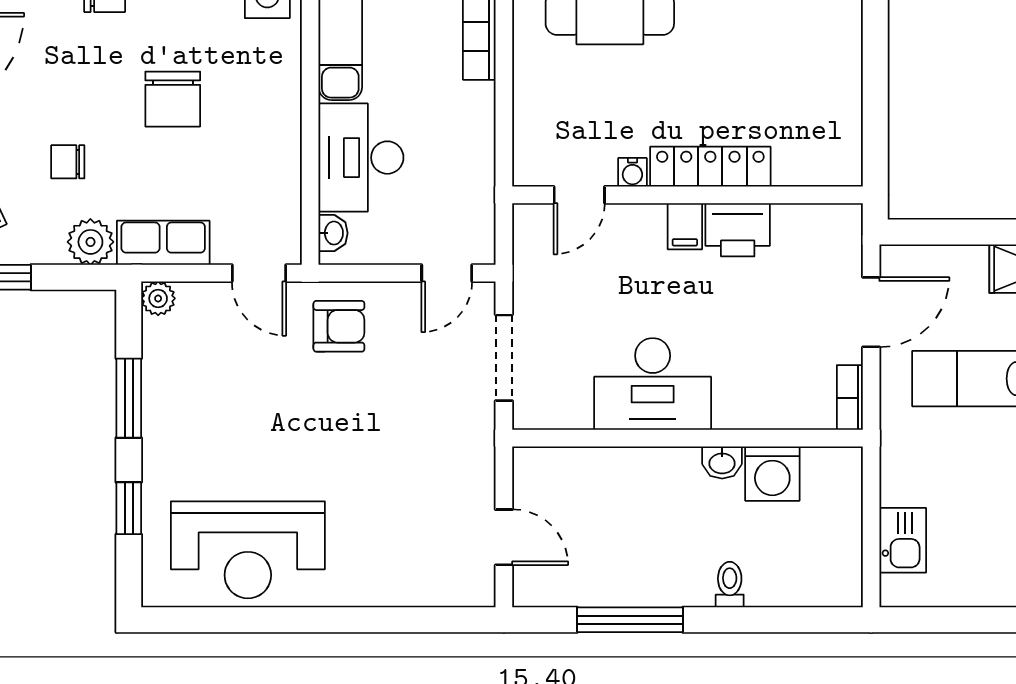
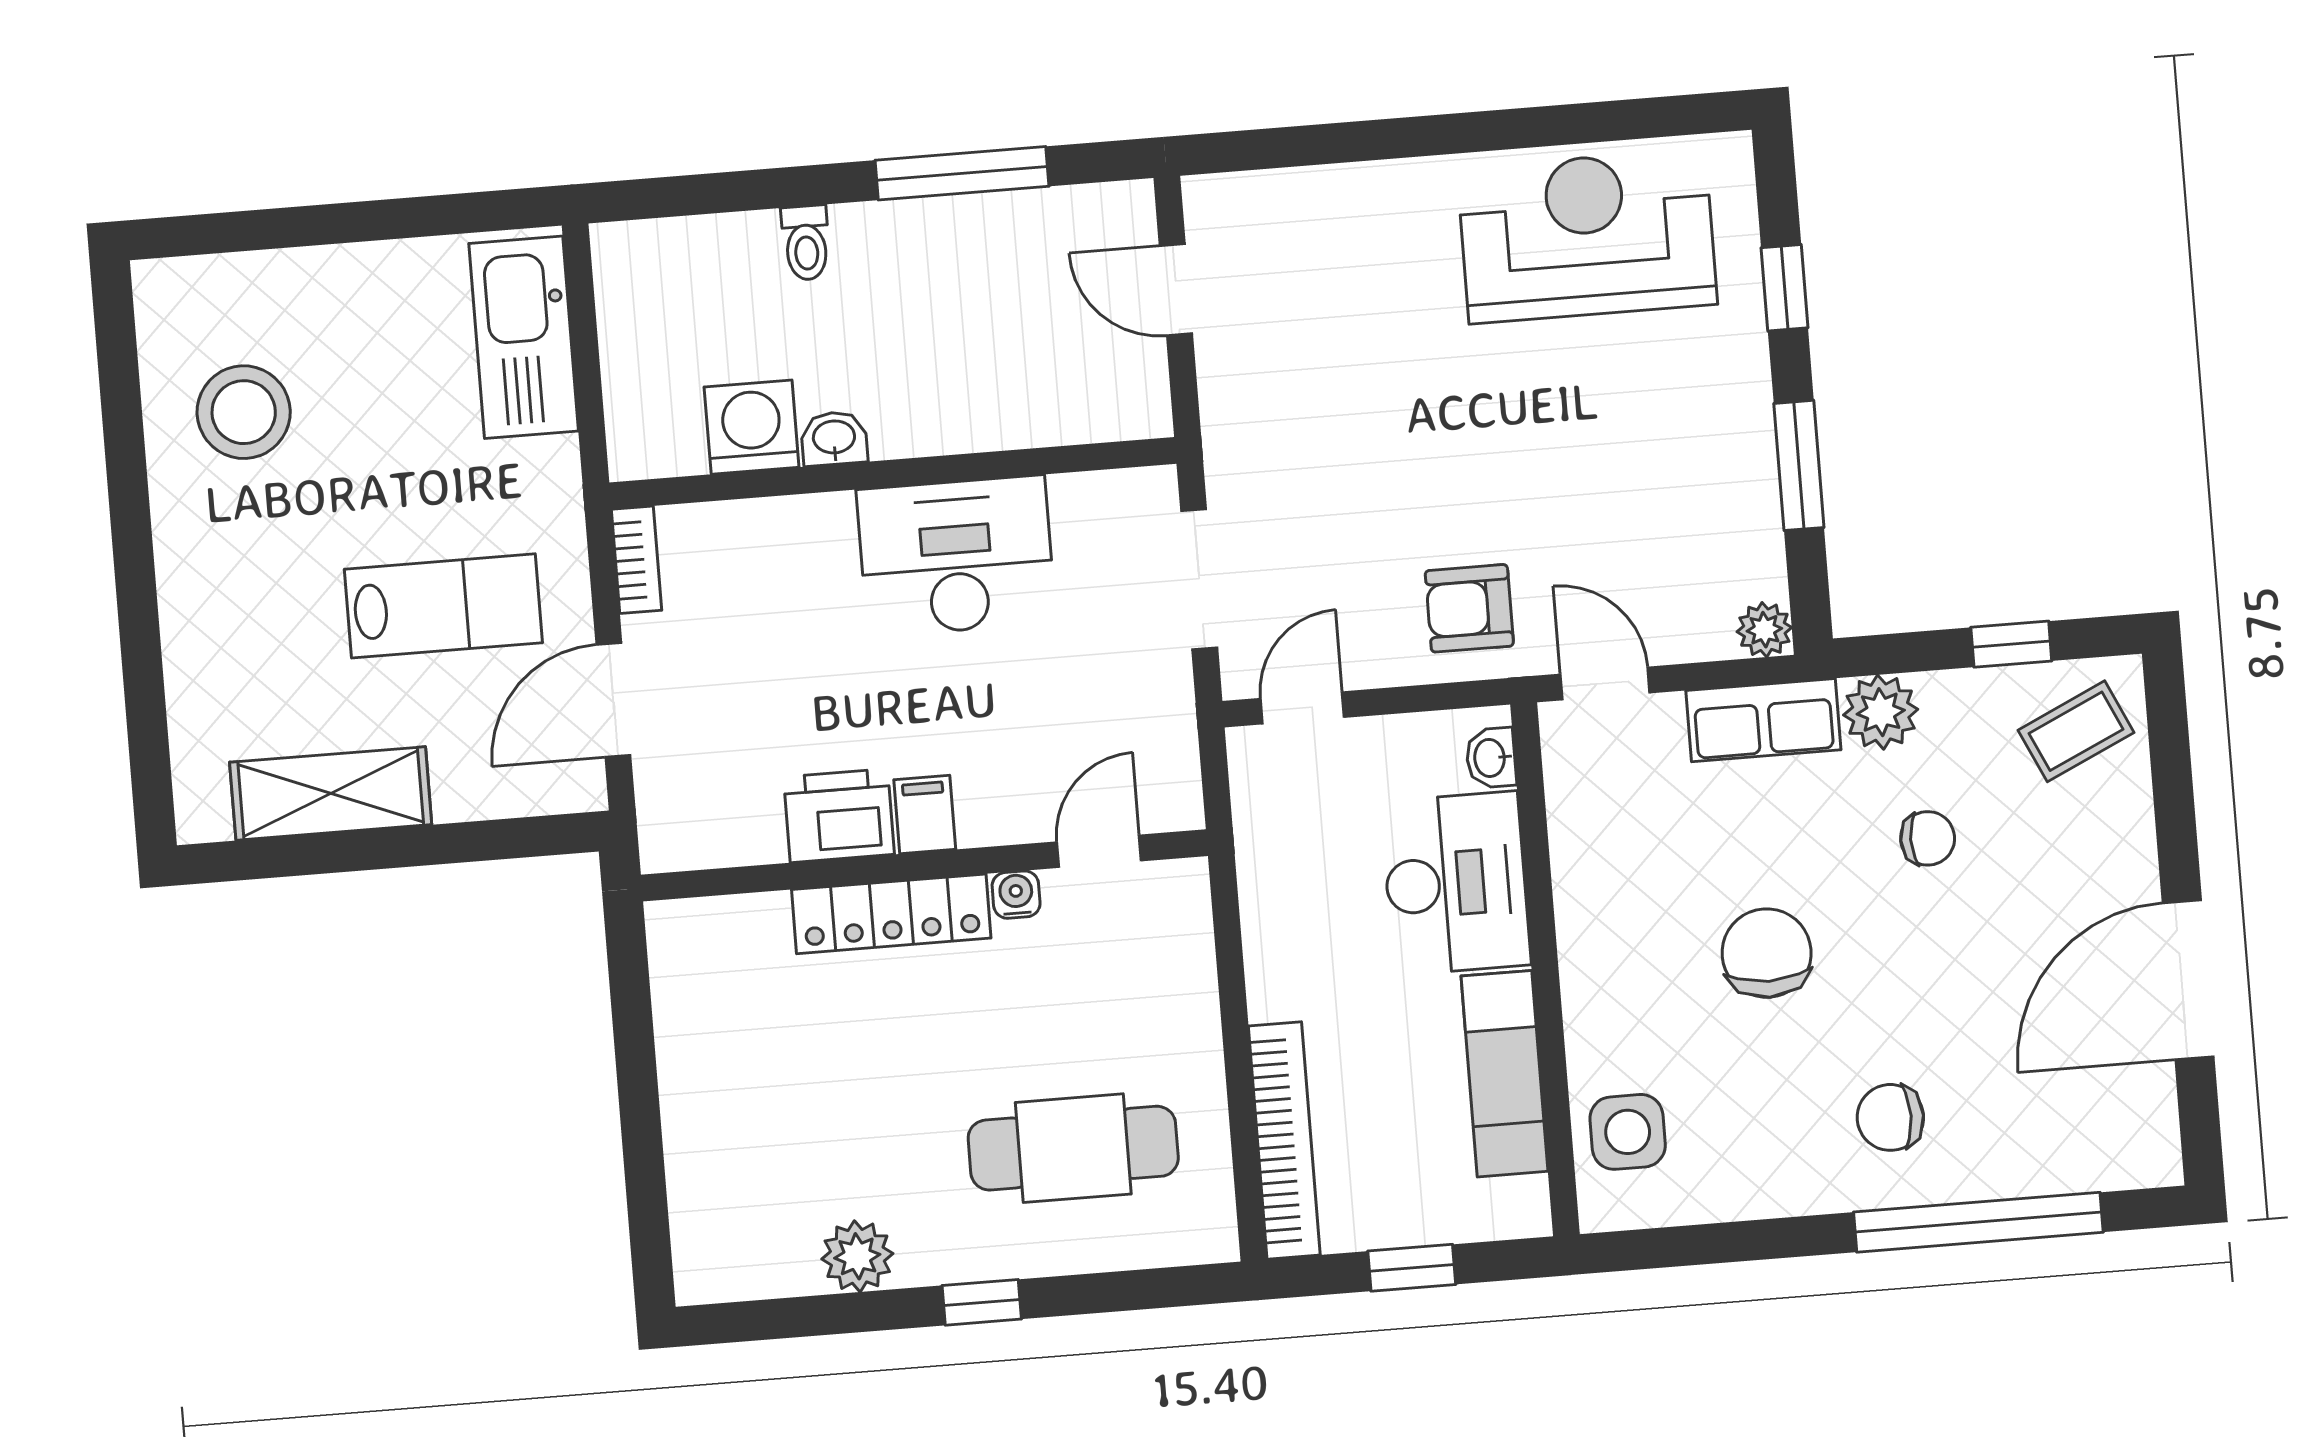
kitchen sink: (903, 540) -> (524, 337), width x1.87, depth x1.24

